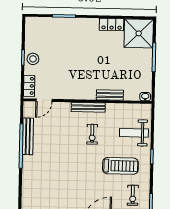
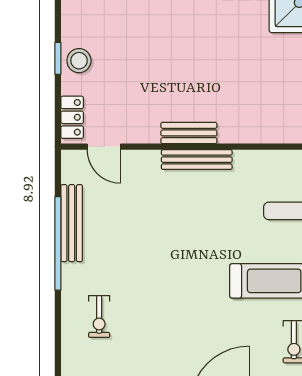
bench: (110, 95) -> (189, 133), moved
door: (44, 100) -> (104, 147), hinge flipped
exercise bike: (92, 134) -> (99, 316), moved

